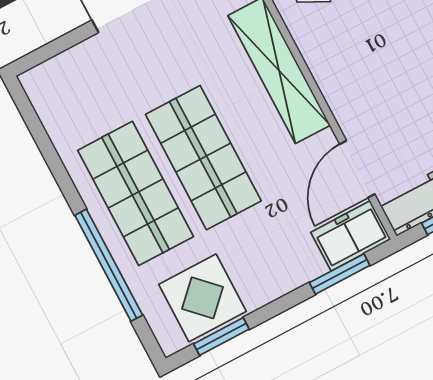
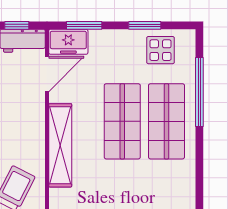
display table: (203, 298) -> (160, 50), width x0.73, depth x0.73
window: (221, 337) -> (145, 25), moved

